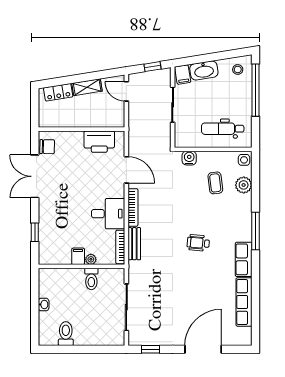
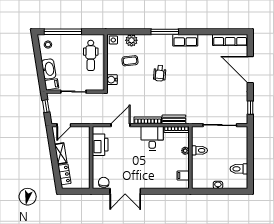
window: (35, 232) -> (166, 191), removed
wheelchair: (198, 243) -> (160, 73), moved
filing cabinet: (78, 256) -> (183, 176), moved
row of seats: (244, 302) -> (230, 40), moved

